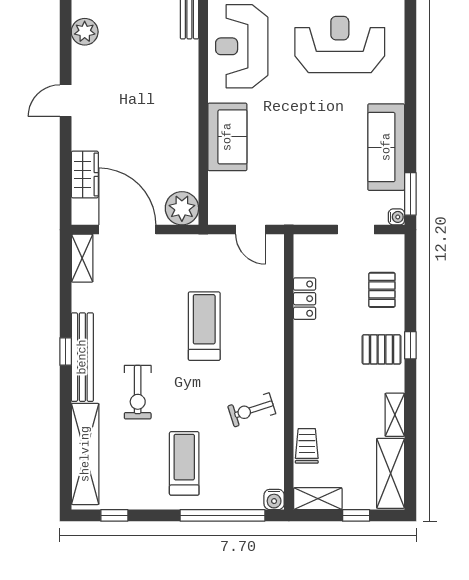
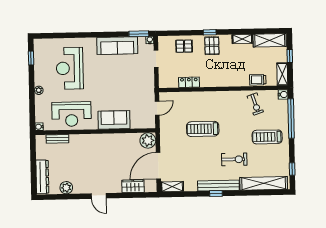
exercise bike: (252, 410) -> (255, 104), moved

